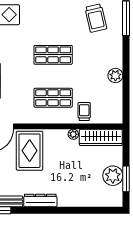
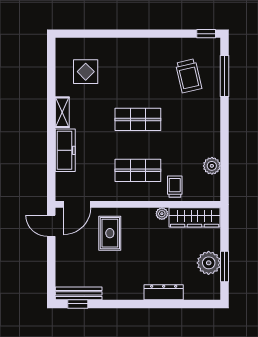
plant: (115, 76) -> (212, 166), moved
rug: (30, 151) -> (110, 233), width x0.73, depth x0.70
dresser: (40, 200) -> (164, 292), moved

